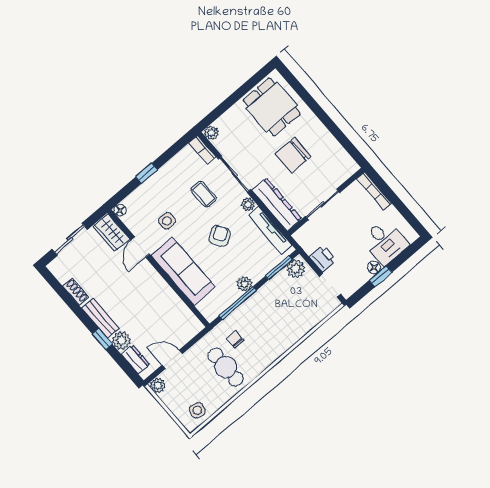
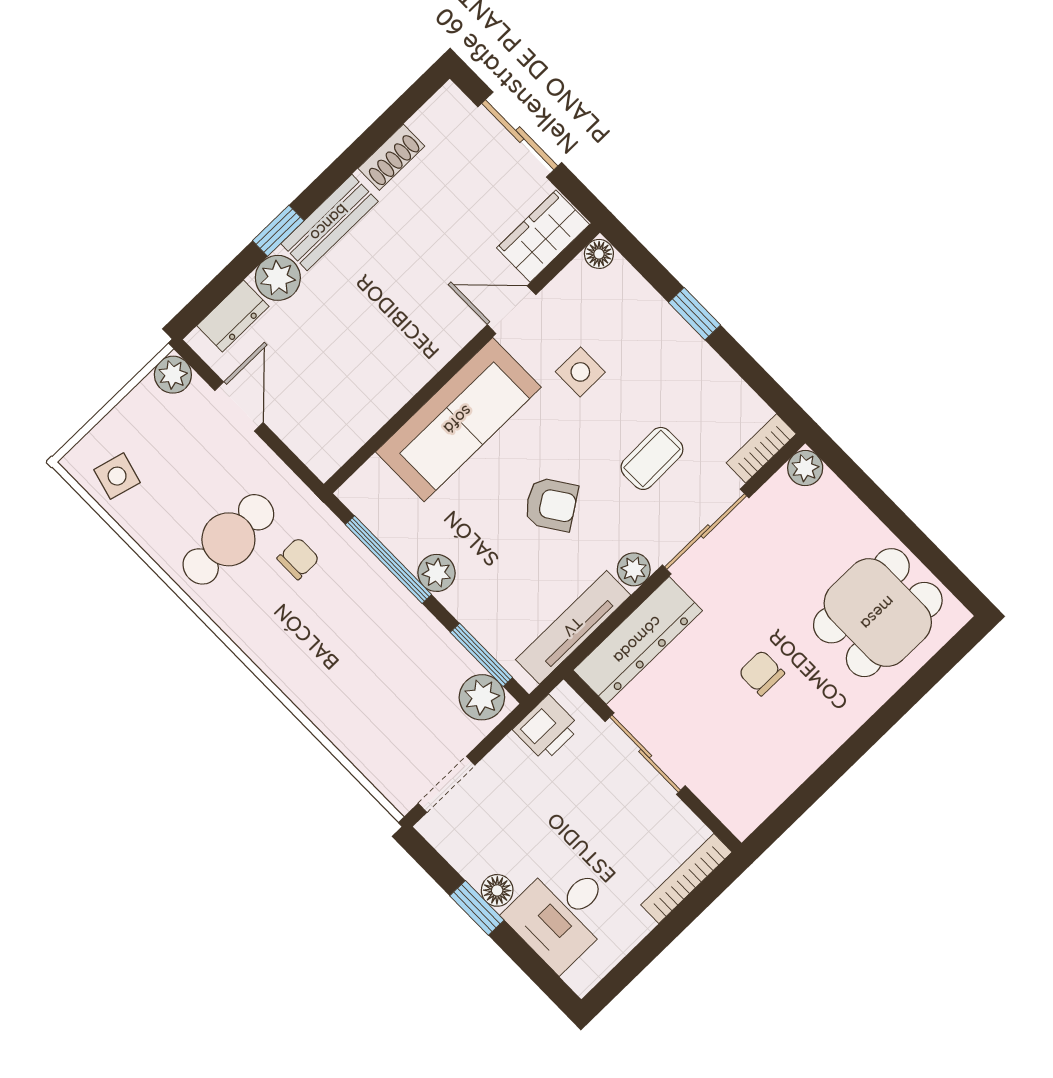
chair: (293, 155) -> (762, 673), width x0.54, depth x0.54
printer: (323, 258) -> (547, 728), moved

